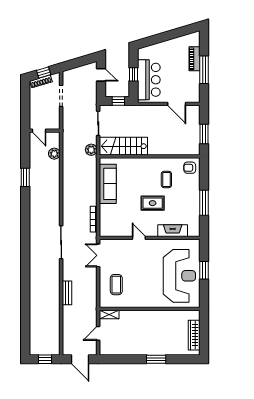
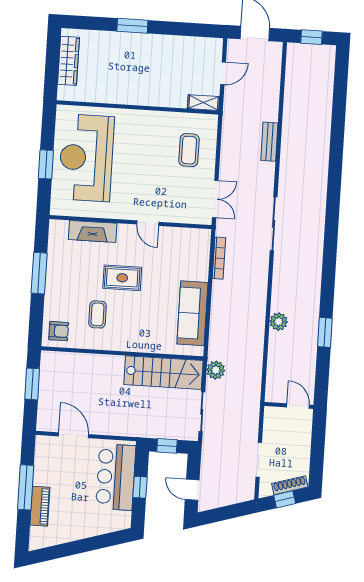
plant: (54, 154) -> (279, 322), moved

